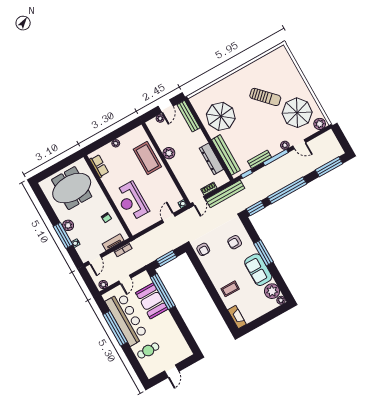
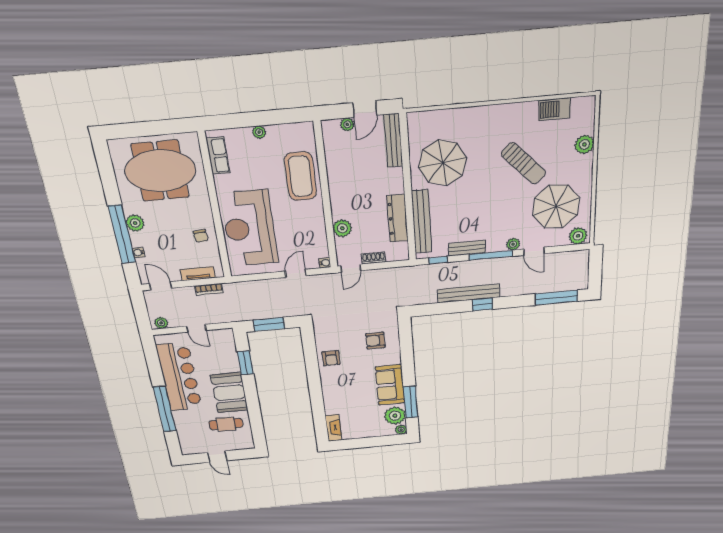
barbecue: (266, 61) -> (554, 109), added
plant: (293, 72) -> (584, 144), added
plant: (169, 153) -> (342, 228), moved
window: (287, 190) -> (482, 304), width x0.32
bench: (225, 194) -> (469, 293), moved
reception desk: (132, 201) -> (250, 228), width x1.36, depth x1.30
window: (256, 208) -> (427, 310), removed
window: (63, 236) -> (122, 234), width x1.46
armchair: (203, 249) -> (331, 358), moved
window: (264, 253) -> (411, 402), moved
door: (95, 259) -> (161, 286), swing flipped
door: (125, 279) -> (196, 328), hinge flipped
coffee table: (230, 289) -> (341, 393), removed
window: (163, 292) -> (245, 363), width x0.47
booth: (152, 301) -> (229, 393), moved
window: (115, 328) -> (165, 409), moved
cafe table: (148, 351) -> (226, 424), moved
door: (172, 371) -> (217, 457), hinge flipped

